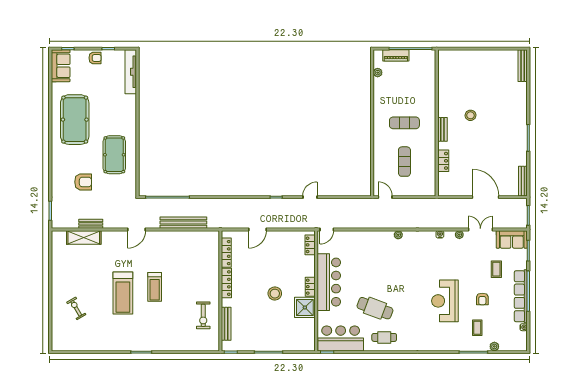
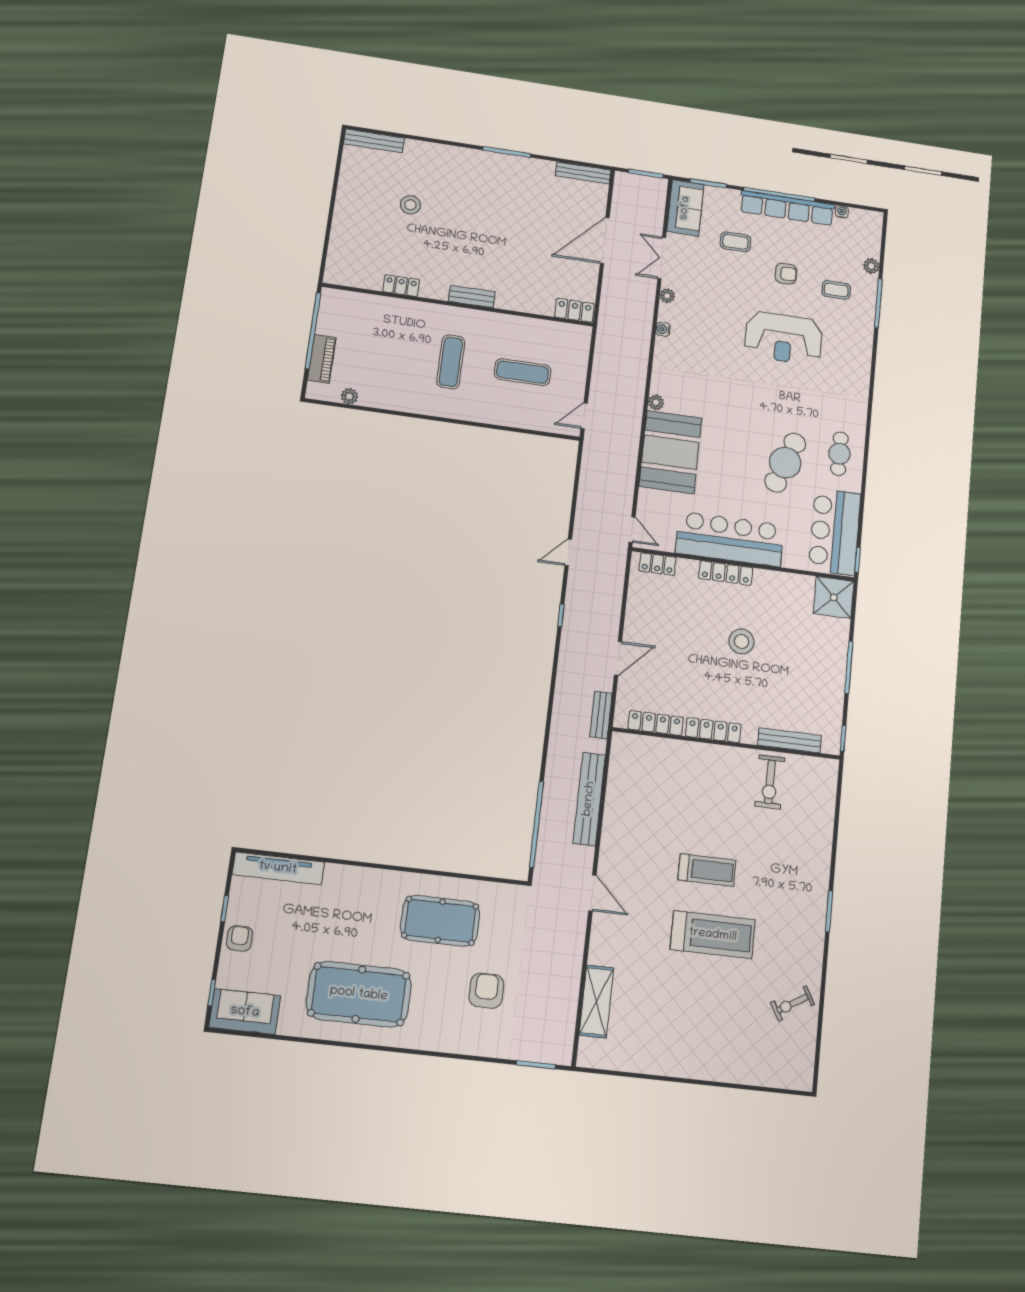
locker: (443, 91) -> (401, 286), added
stool: (471, 115) -> (410, 205), moved
locker: (443, 161) -> (574, 310), moved
door: (310, 197) -> (568, 552), hinge flipped
bench: (91, 224) -> (601, 715), moved
door: (257, 229) -> (618, 658), hinge flipped
booth: (372, 245) -> (670, 452), added
locker: (310, 287) -> (726, 573), width x1.53
shower: (305, 307) -> (834, 597), moved
exercise bike: (76, 308) -> (793, 1004), moved
exercise bike: (203, 315) -> (770, 782), turned 90

